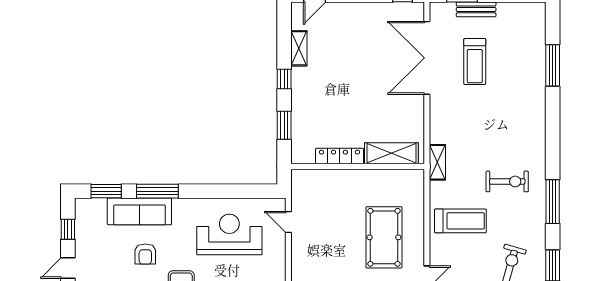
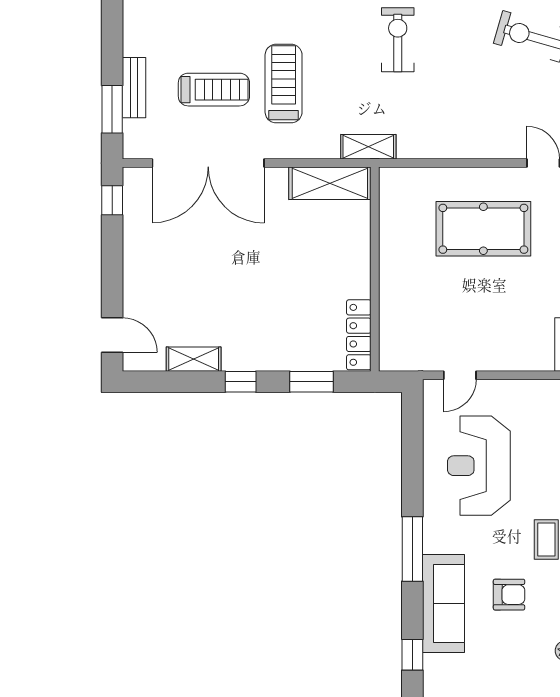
shelving: (391, 153) -> (330, 183), moved, turned 90
locker: (339, 156) -> (359, 335), moved
window: (106, 191) -> (412, 655), width x0.67
window: (157, 191) -> (412, 549), moved
treadmill: (460, 221) -> (284, 84), moved

